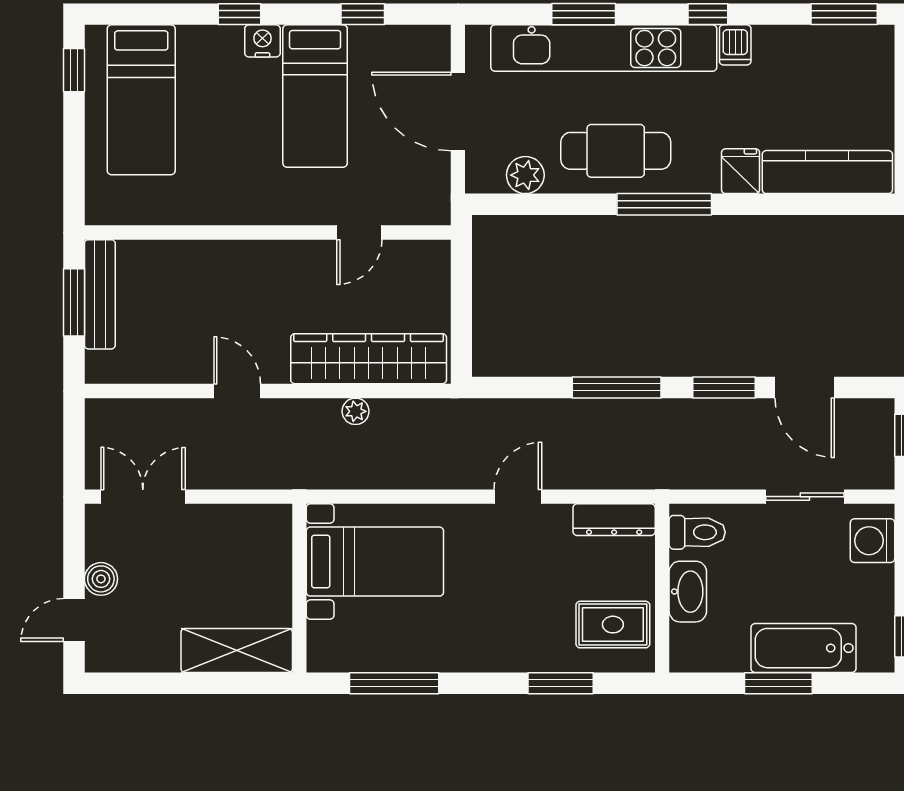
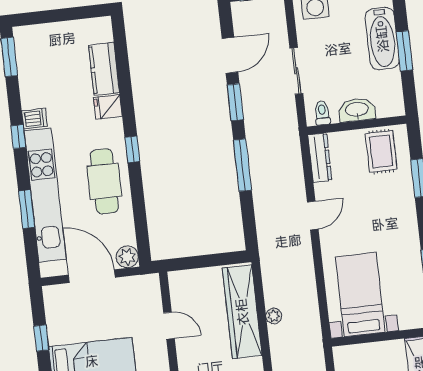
door: (458, 112) -> (92, 276), swing flipped
kitchen counter: (827, 172) -> (104, 69), width x0.67
plant: (525, 175) -> (127, 257), moved
window: (664, 204) -> (132, 149), width x0.46
door: (518, 497) -> (313, 215), swing flipped
sliding door: (805, 497) -> (296, 71), moved
toilet: (697, 532) -> (322, 113), width x0.73, depth x0.72

